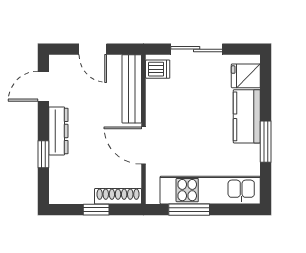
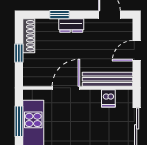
dishwasher: (158, 69) -> (108, 98), moved
dresser: (58, 131) -> (71, 26), width x0.70
shoe rack: (118, 196) -> (29, 36), moved

